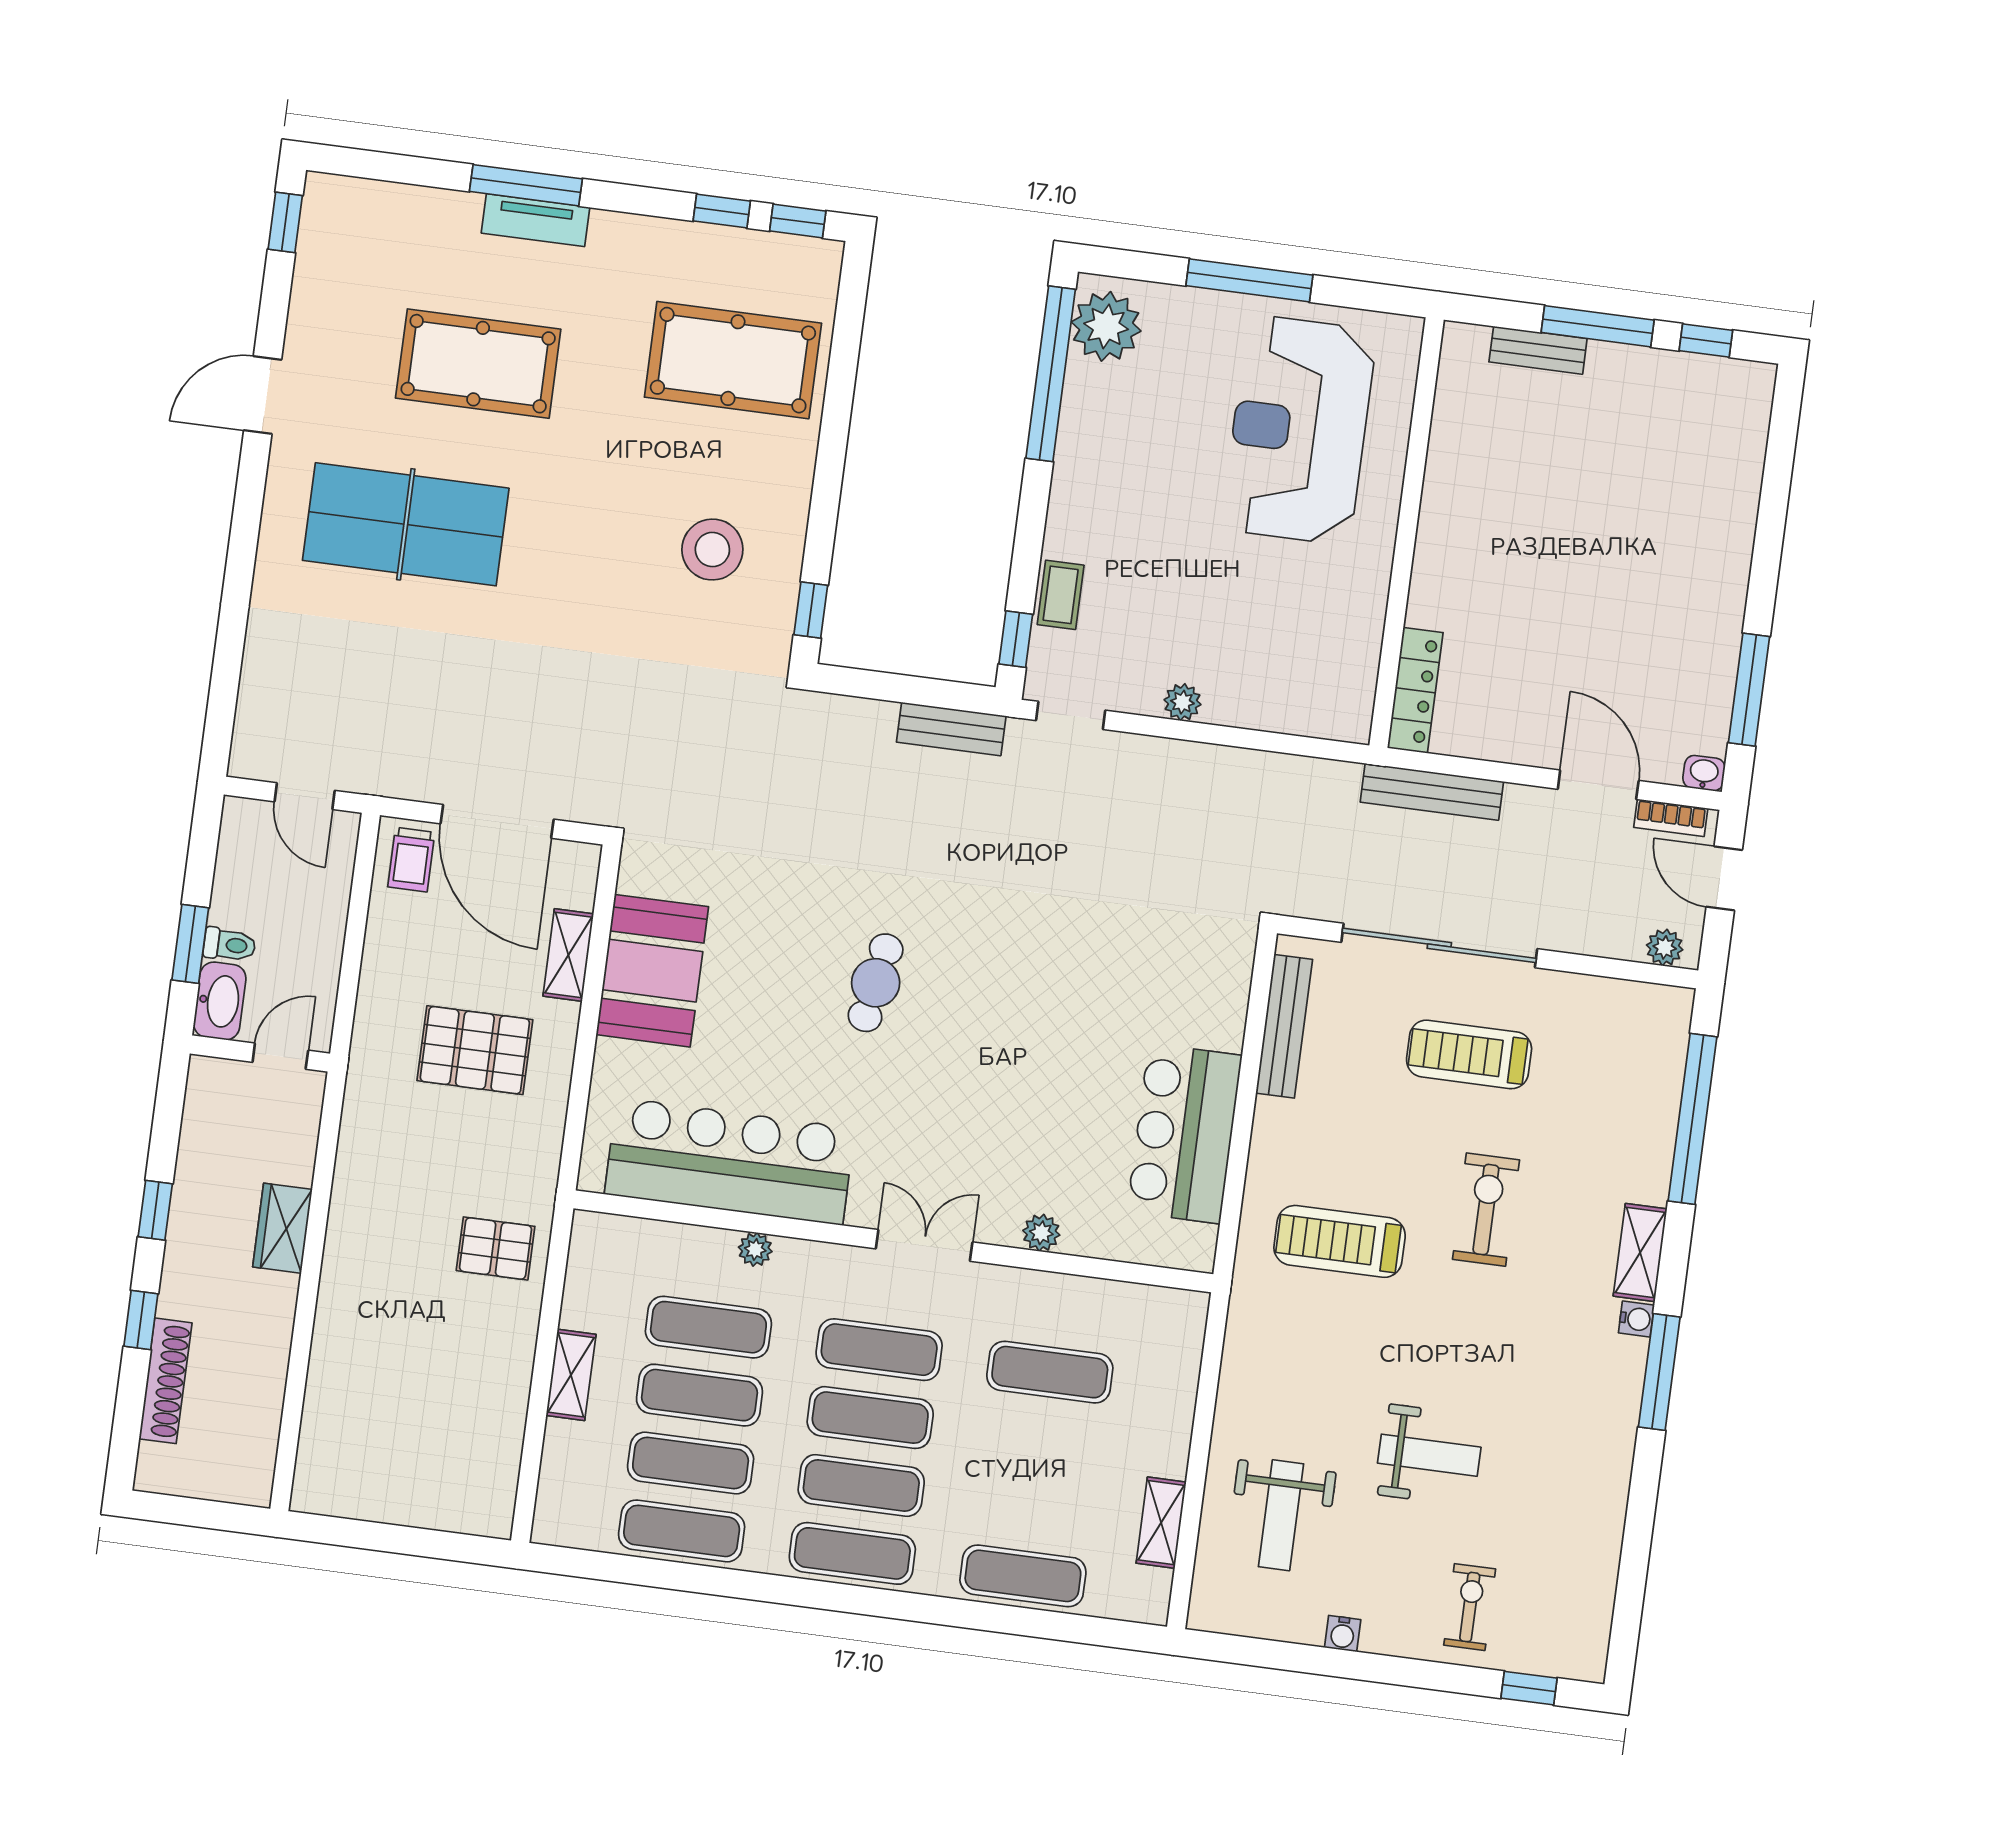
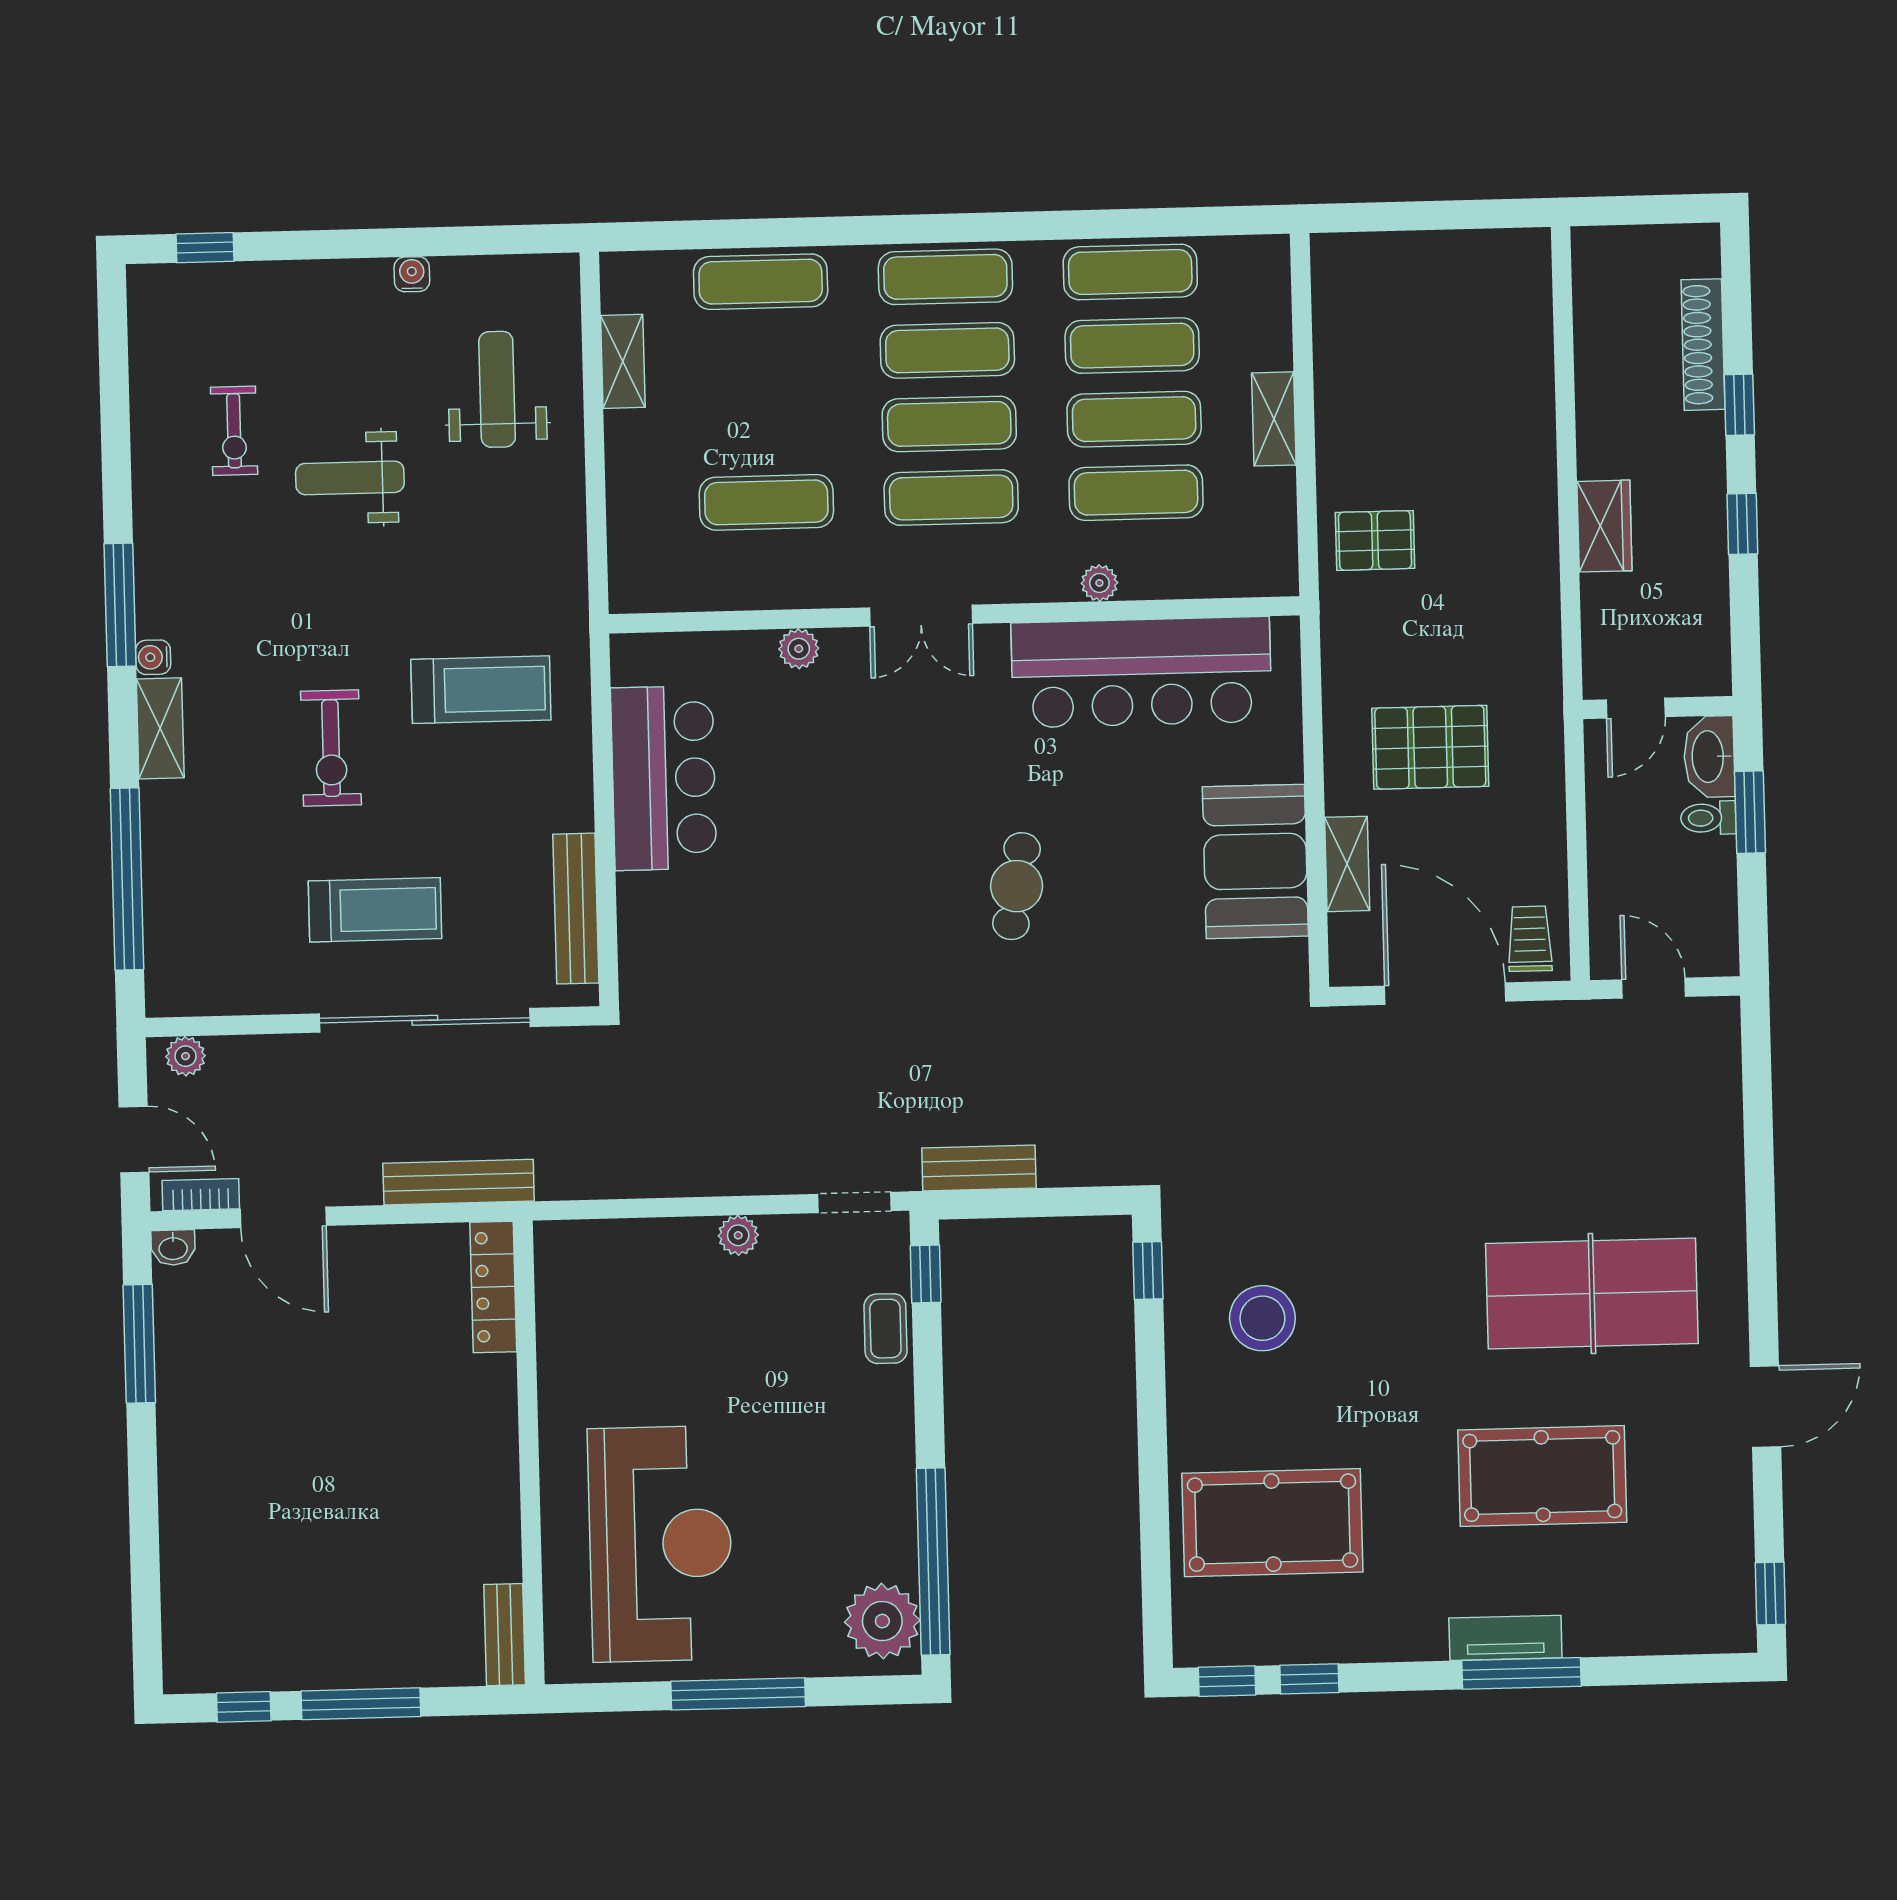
bench: (1538, 350) -> (505, 1635), moved, turned 90
exercise bike: (1470, 1607) -> (234, 431), moved

